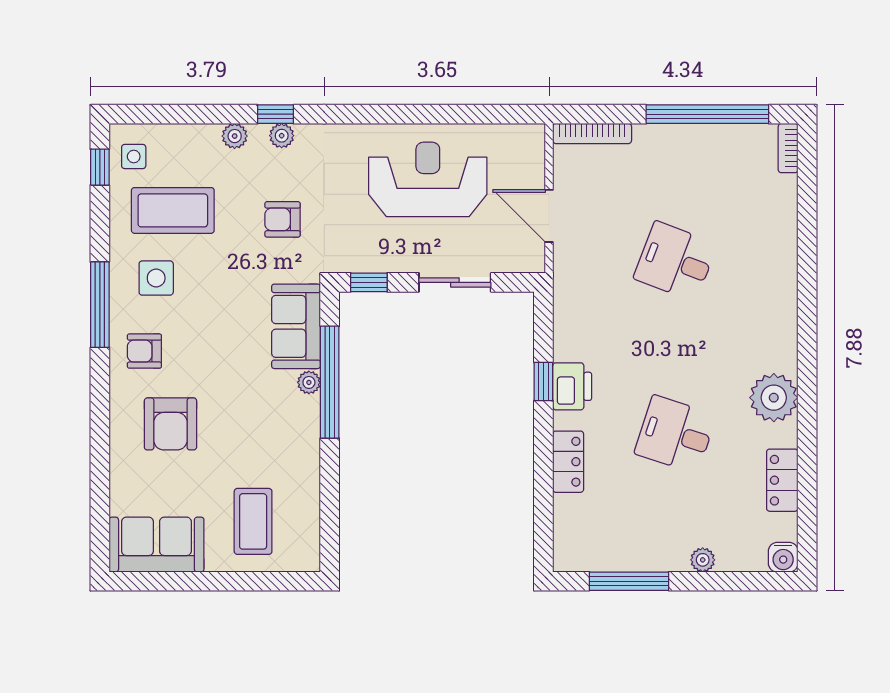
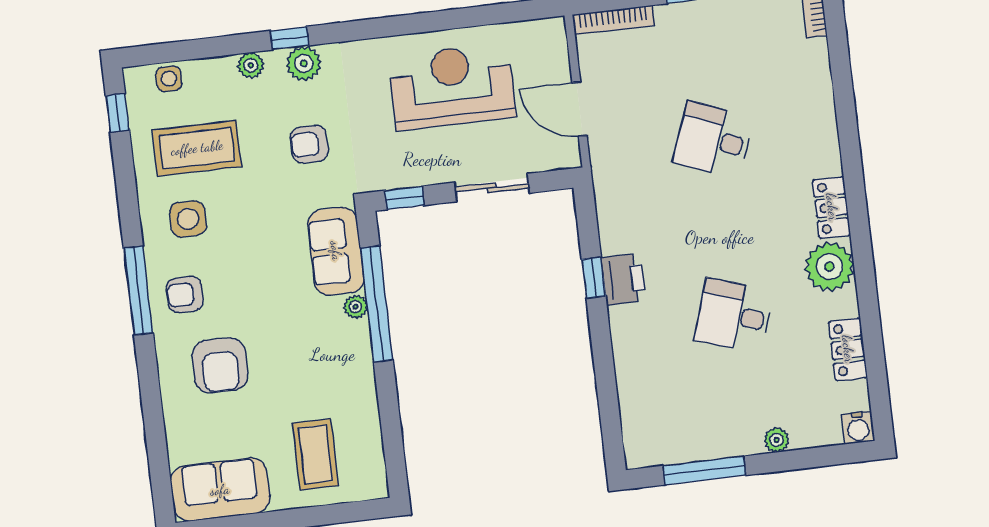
plant: (282, 136) -> (304, 63), width x1.38, depth x1.38
side table: (134, 157) -> (169, 79), moved
window: (100, 305) -> (138, 290), moved
locker: (568, 462) -> (832, 207), moved, turned 180

